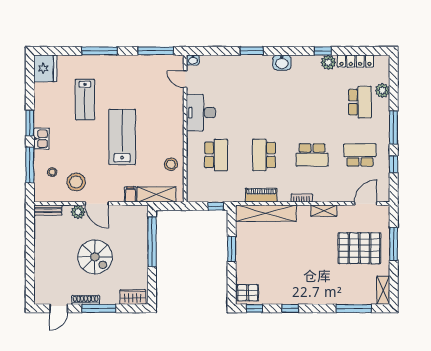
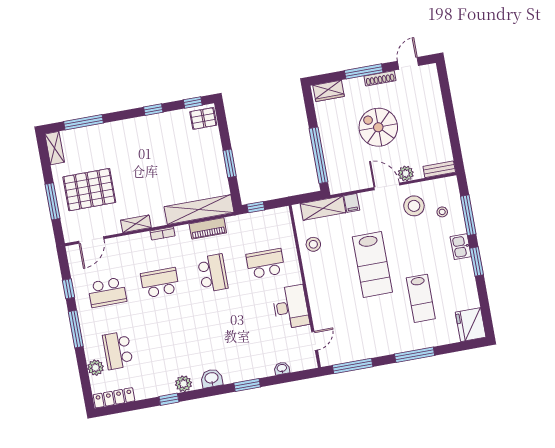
washbasin: (193, 60) -> (282, 368), moved
locker: (355, 61) -> (114, 398), moved
plant: (328, 62) -> (183, 384), moved
door: (185, 79) -> (315, 341), hinge flipped
lab bench: (85, 100) -> (421, 298), turned 180
school desk: (216, 155) -> (265, 264), turned 90

